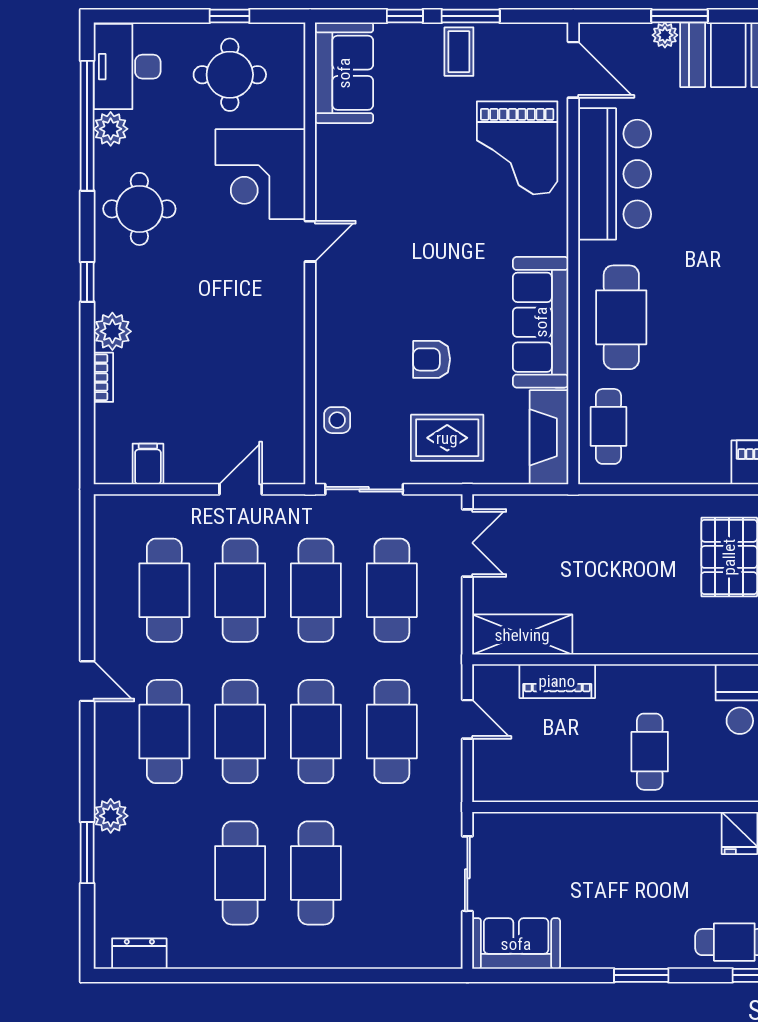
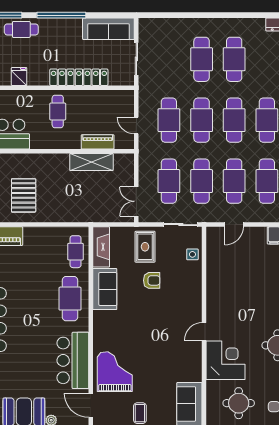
sofa: (541, 322) -> (105, 289), width x0.73
rug: (447, 438) -> (145, 247), turned 90
shelving: (522, 635) -> (91, 162), moved
locker: (601, 831) -> (79, 77), added
sofa: (516, 944) -> (108, 29), width x1.36
window: (641, 975) -> (61, 15), width x2.11

